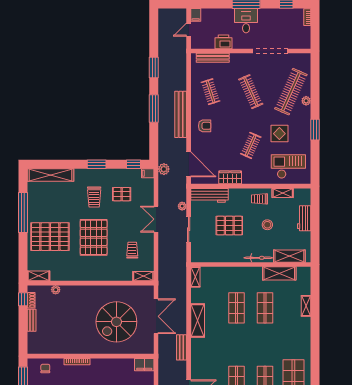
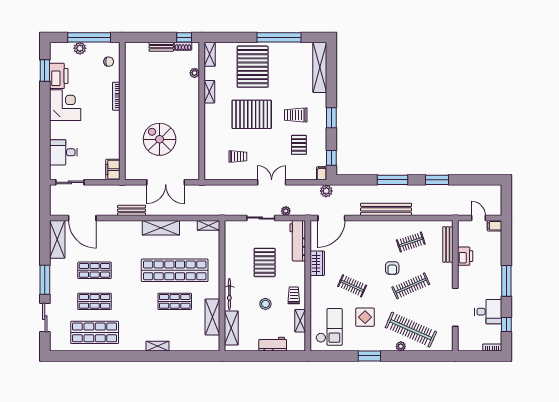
desk: (246, 21) -> (488, 312), moved
armchair: (205, 126) -> (392, 268), moved
shelving: (143, 276) -> (209, 92), moved
shelving: (306, 306) -> (158, 346), moved
shop shelf: (237, 308) -> (175, 270), width x2.00, depth x1.36
spiral stairs: (116, 322) -> (160, 139), width x0.73, depth x0.73

